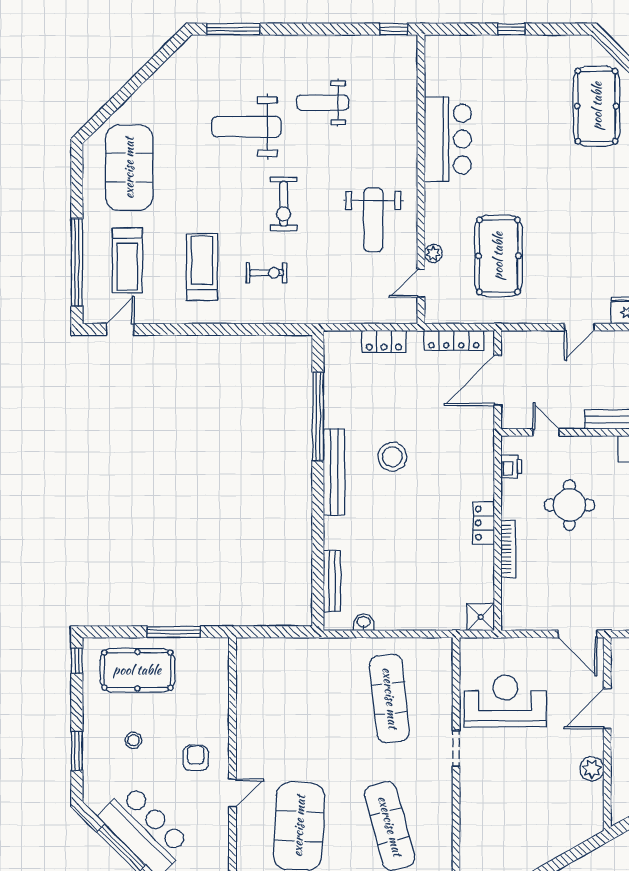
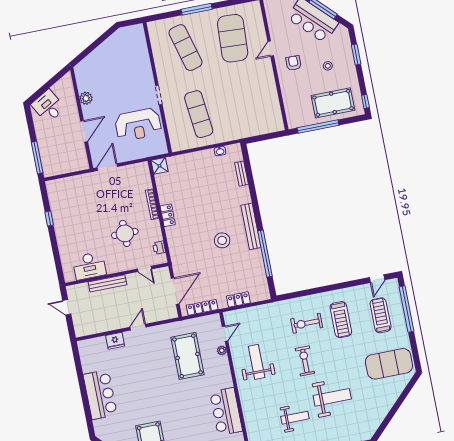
exercise mat: (129, 168) -> (389, 364), turned 90
exercise bike: (267, 273) -> (307, 323), width x1.38, depth x1.39
bench: (332, 581) -> (242, 174), width x0.73
window: (174, 632) -> (318, 127), width x1.46
door: (578, 634) -> (107, 167), hinge flipped
armchair: (196, 758) -> (294, 63), turned 180

